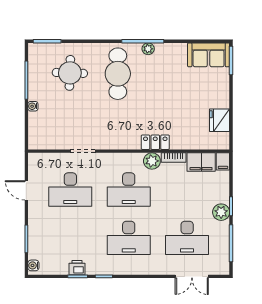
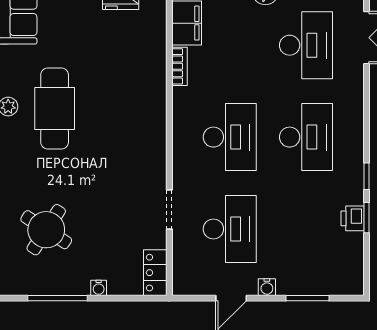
round table: (70, 73) -> (46, 230), turned 31
cafe table: (118, 74) -> (55, 109), moved, turned 90
locker: (155, 142) -> (155, 273), moved
plant: (152, 161) -> (185, 101), removed
water cooler: (33, 265) -> (267, 287), moved

